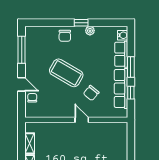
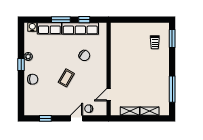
window: (22, 50) -> (45, 118), width x0.46
coffee table: (66, 73) -> (66, 78), width x0.54, depth x0.58
door: (82, 120) -> (109, 95), moved

